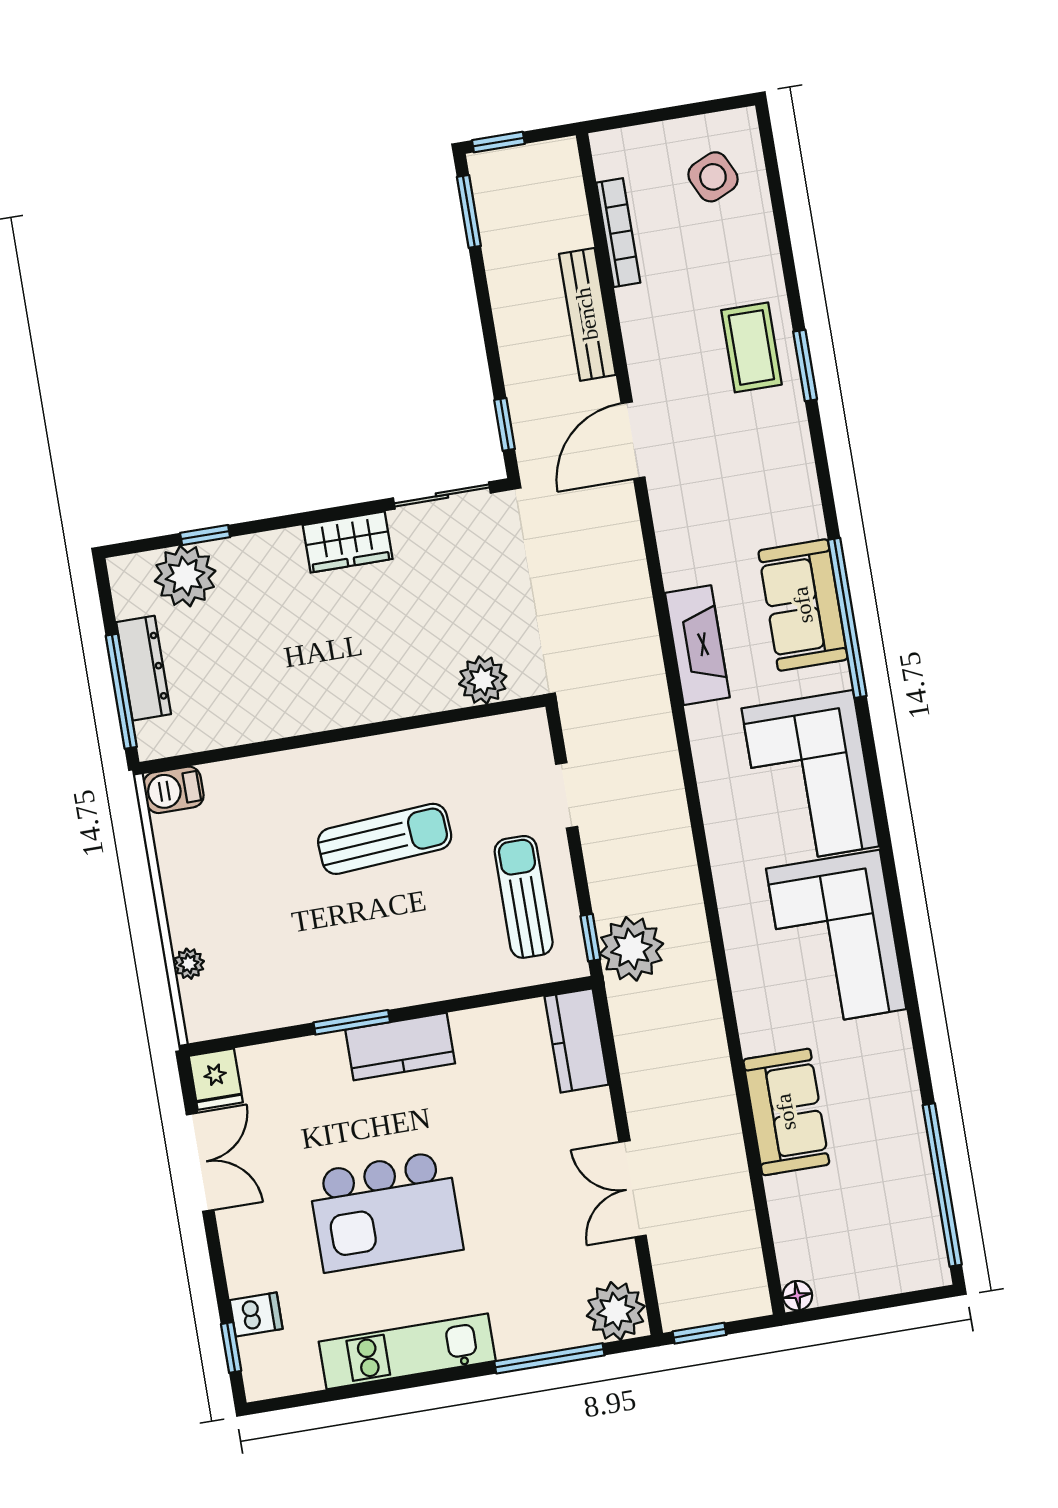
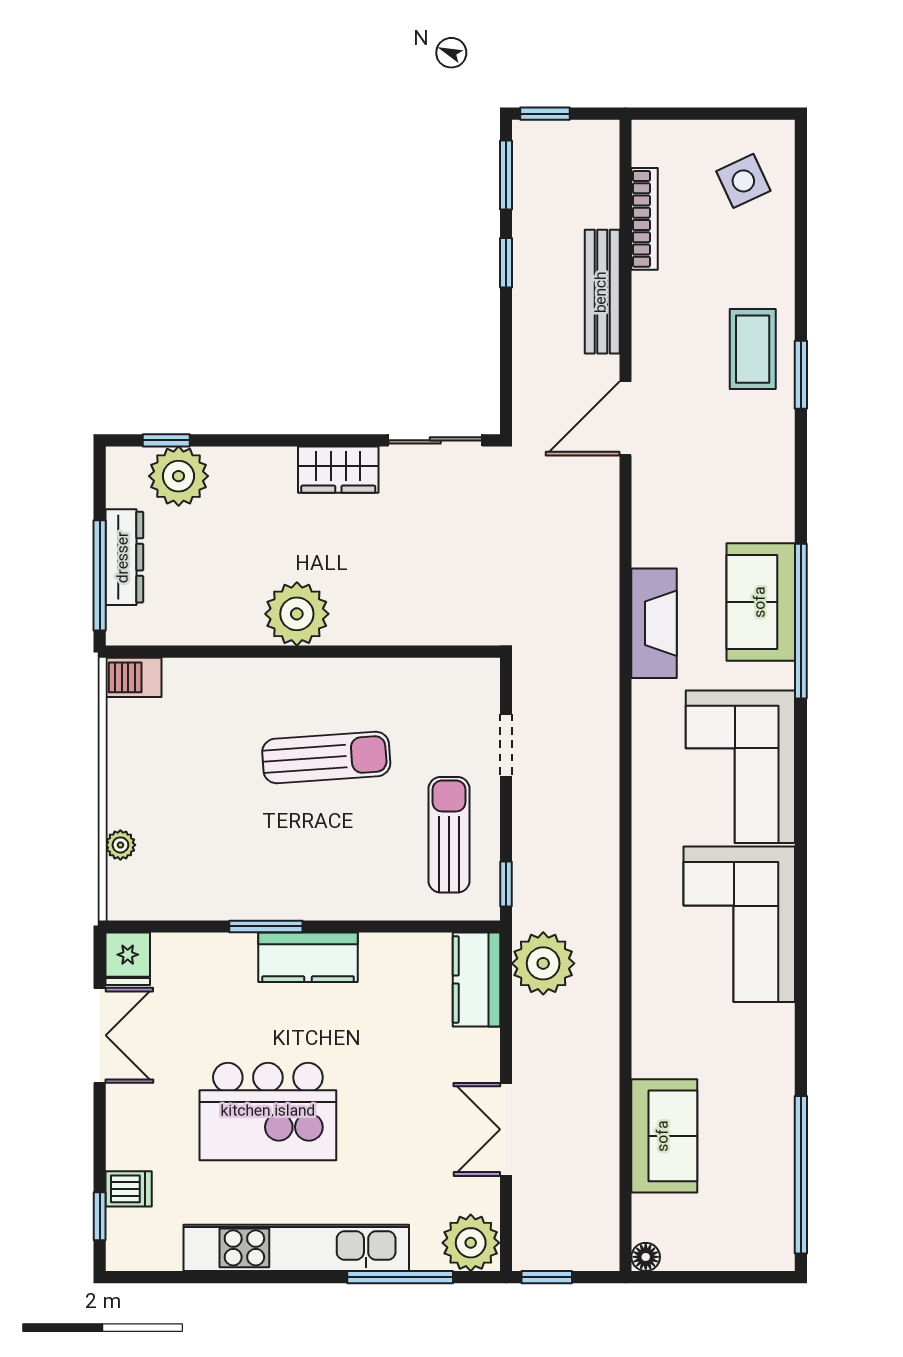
window: (505, 424) -> (506, 263), moved
window: (205, 535) -> (166, 440), moved
plant: (483, 680) -> (297, 614), moved, width x1.36, depth x1.36
plant: (631, 949) -> (543, 963), moved
sofa: (786, 1112) -> (664, 1136), moved
kitchen unit: (407, 1351) -> (296, 1248), width x1.36

